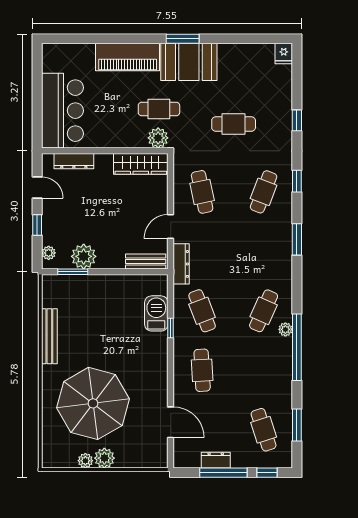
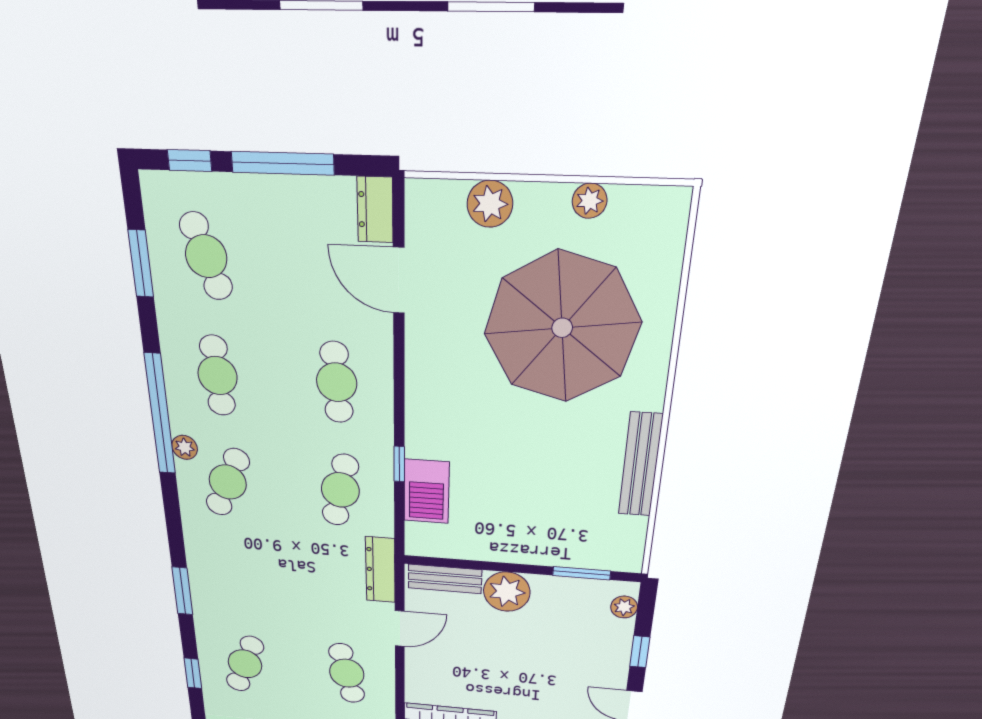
plant: (84, 256) -> (507, 592), moved
cafe table: (202, 311) -> (340, 490), turned 33
cafe table: (264, 370) -> (218, 376), added
plant: (104, 458) -> (490, 204), moved
dresser: (216, 460) -> (375, 210), moved, turned 90

